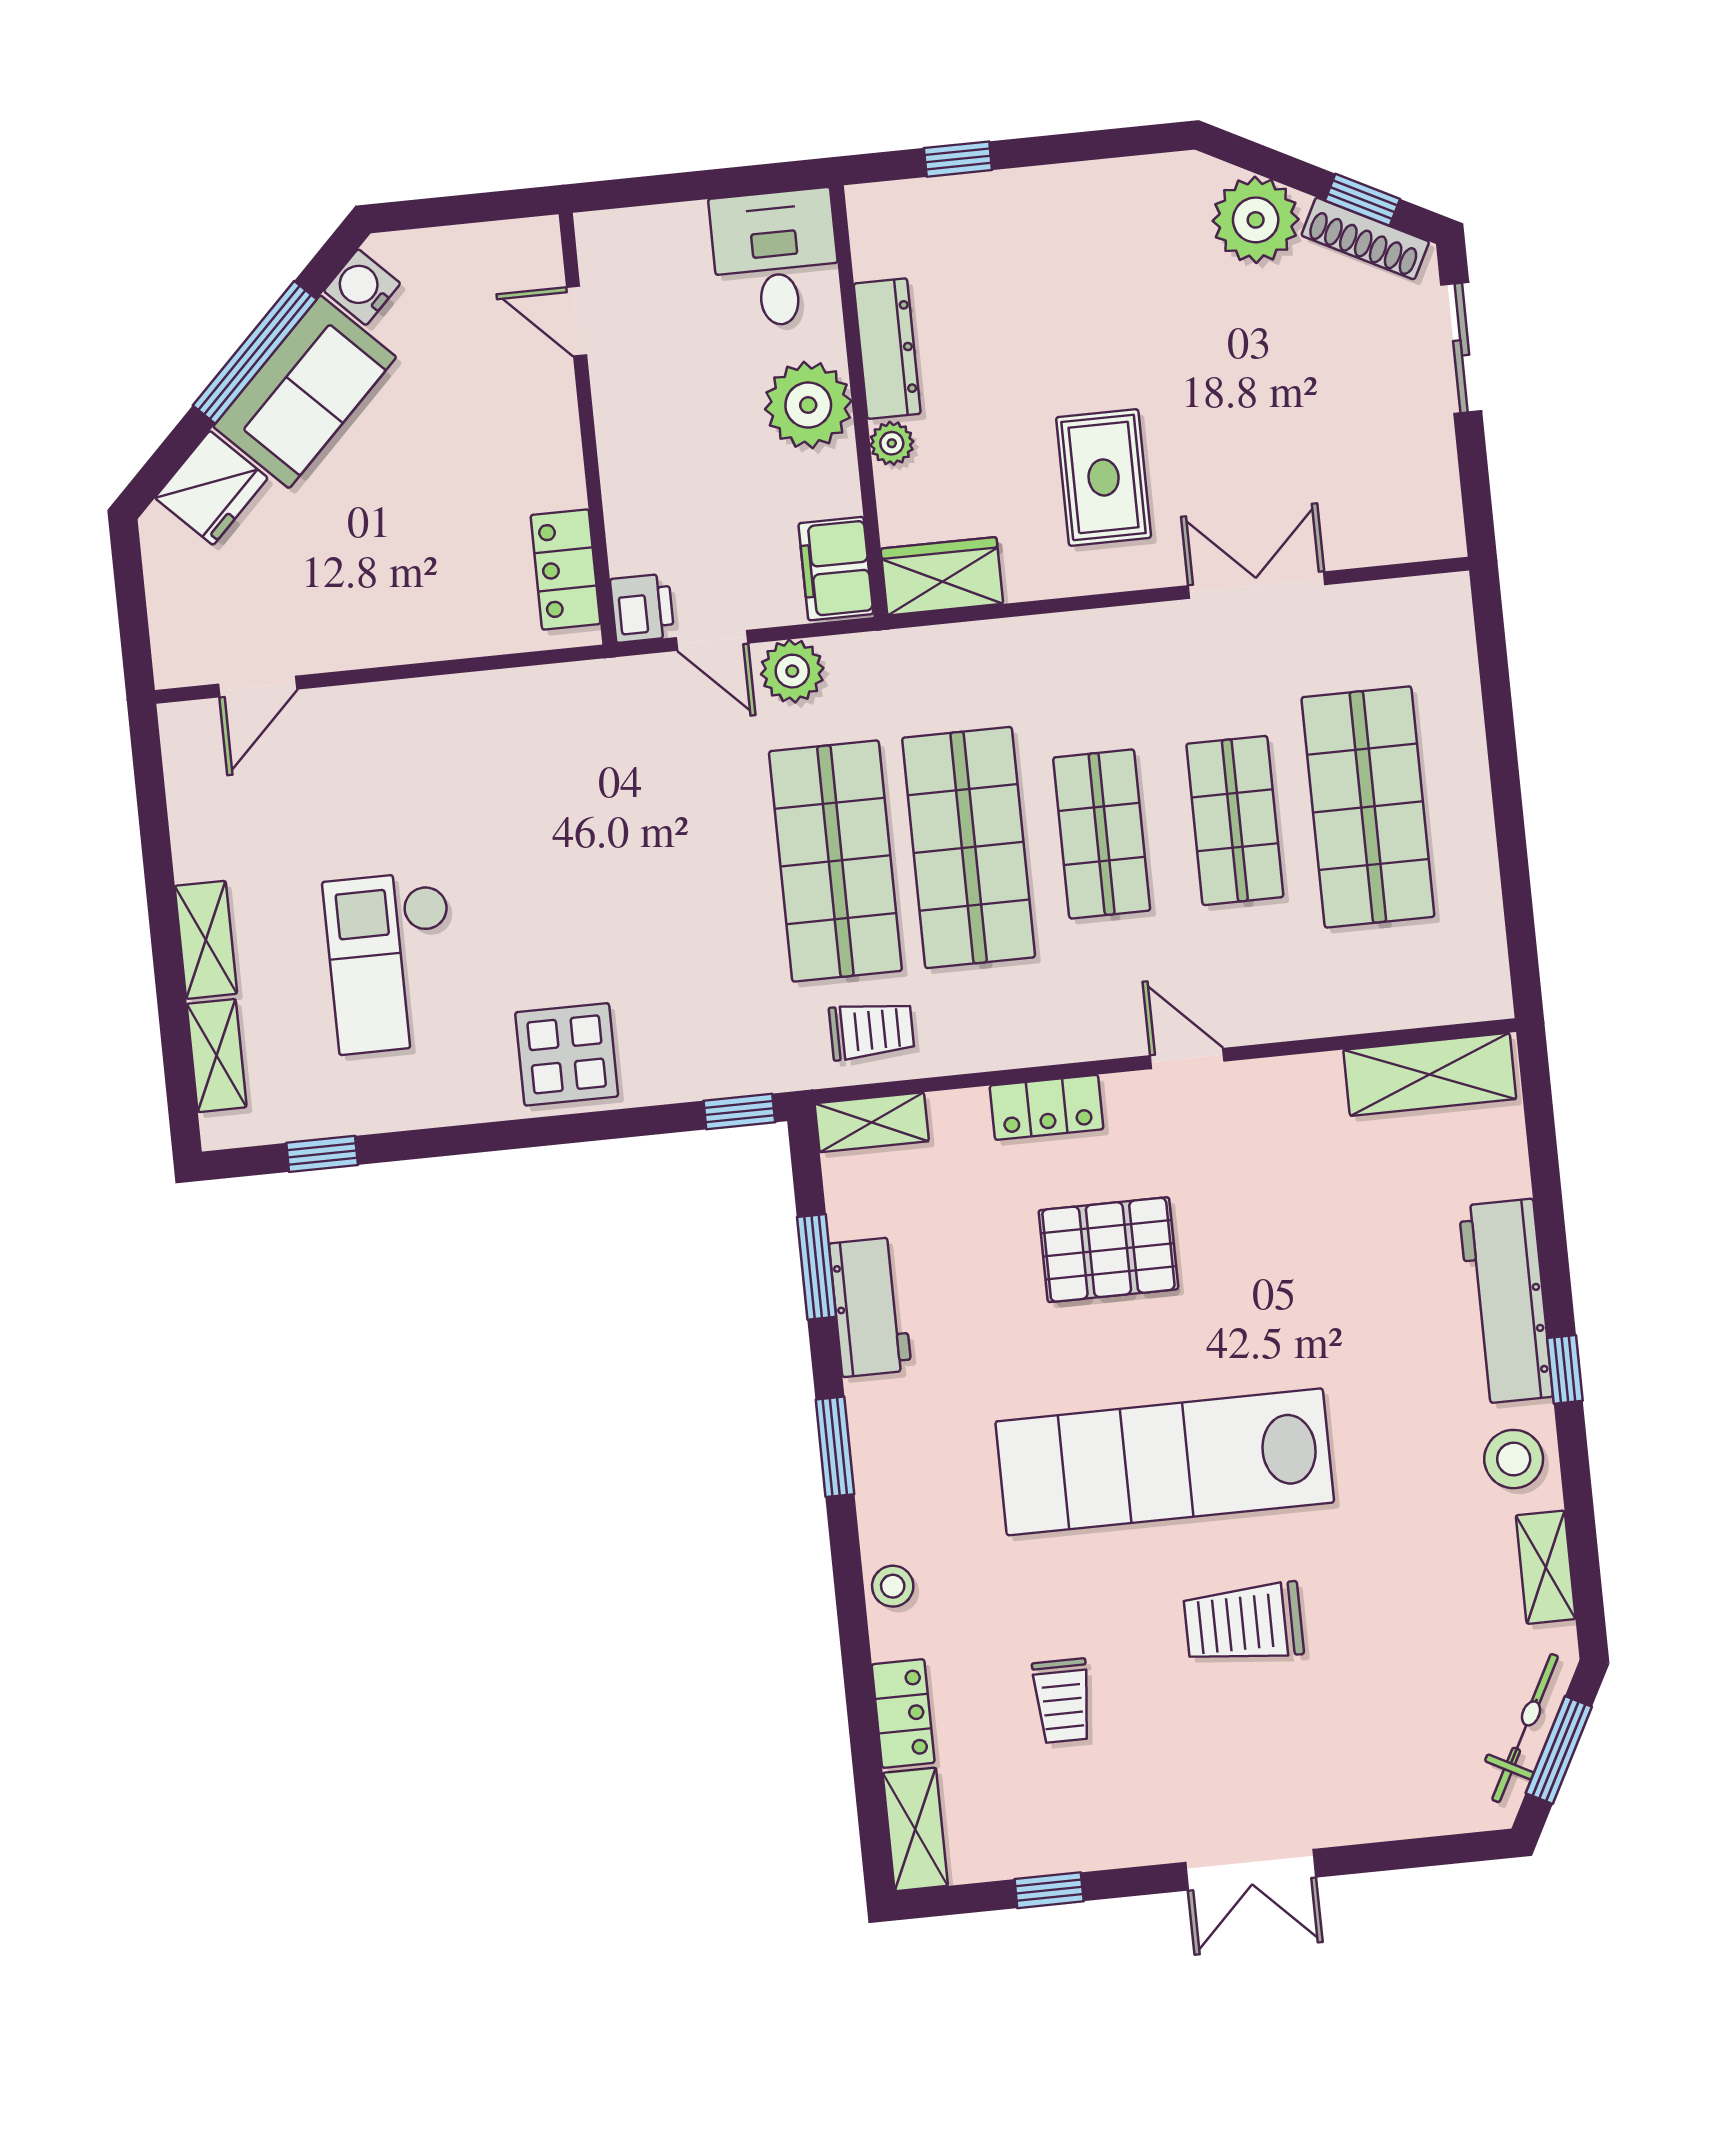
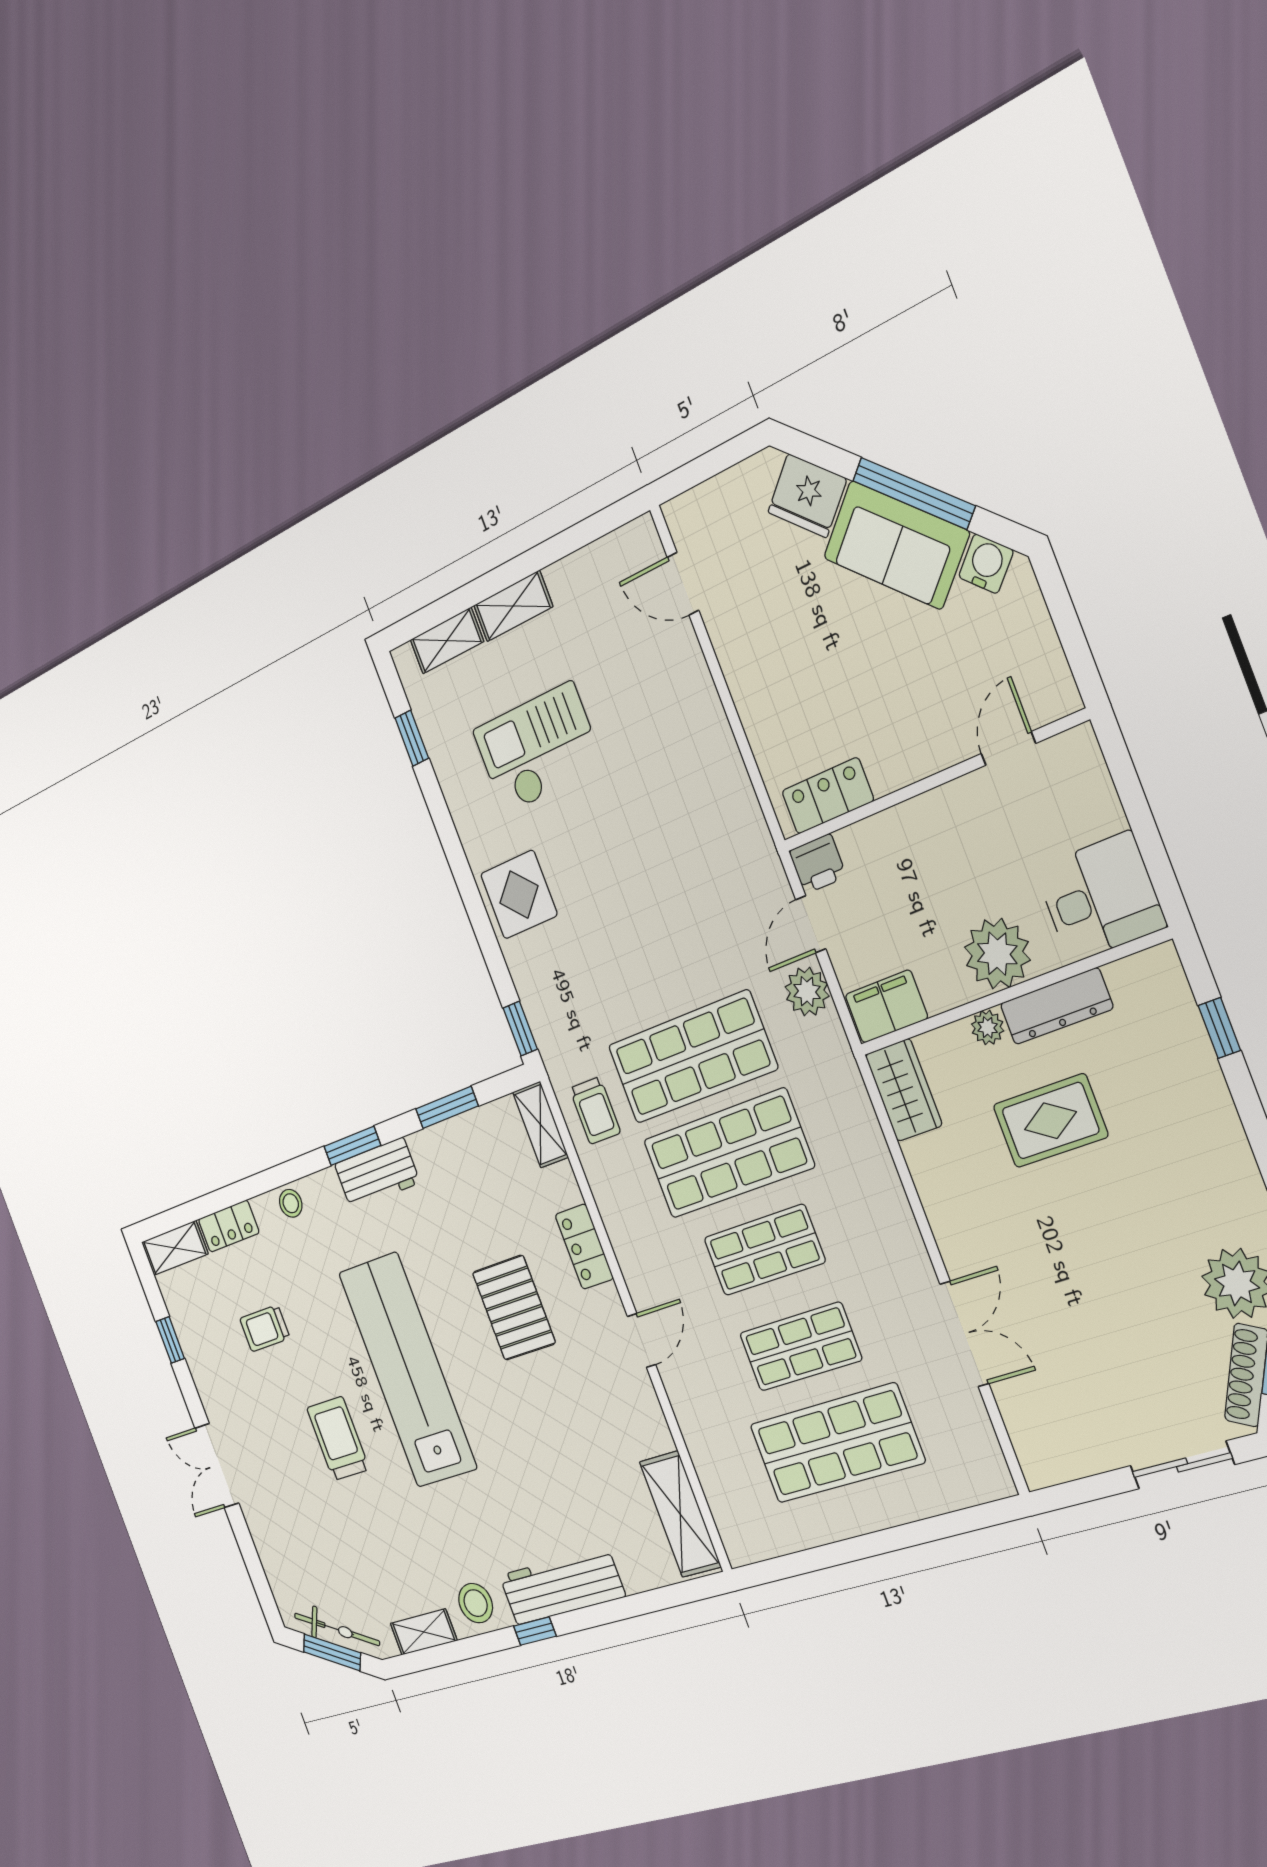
rug: (1104, 477) -> (1050, 1121), moved
workbench: (870, 1307) -> (377, 1173), moved

